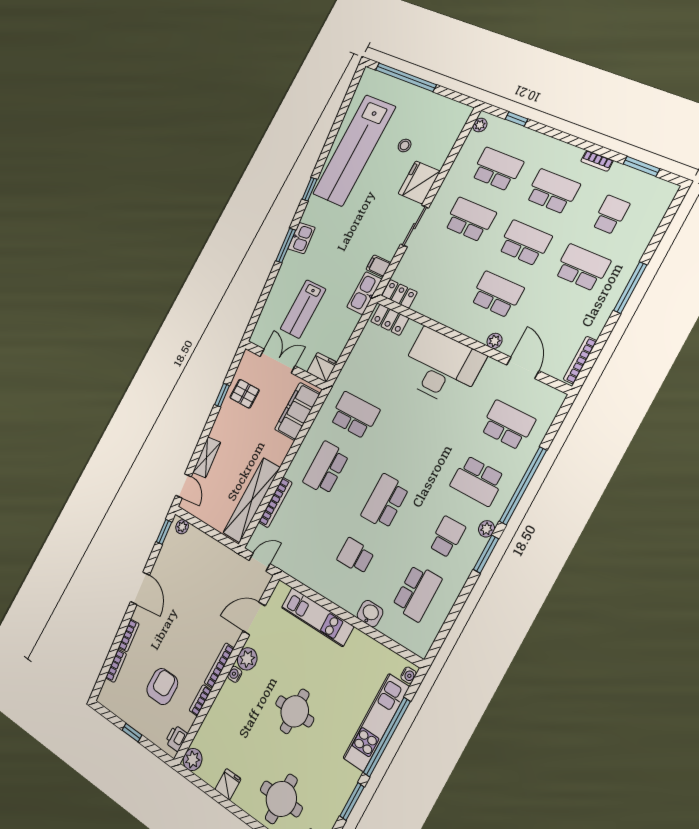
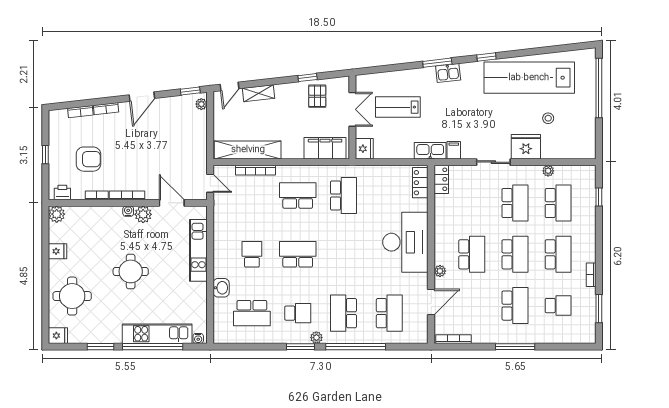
plant: (480, 125) -> (548, 171), moved

